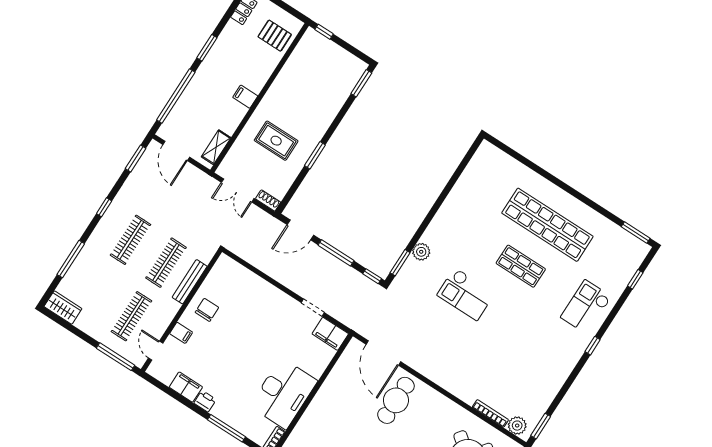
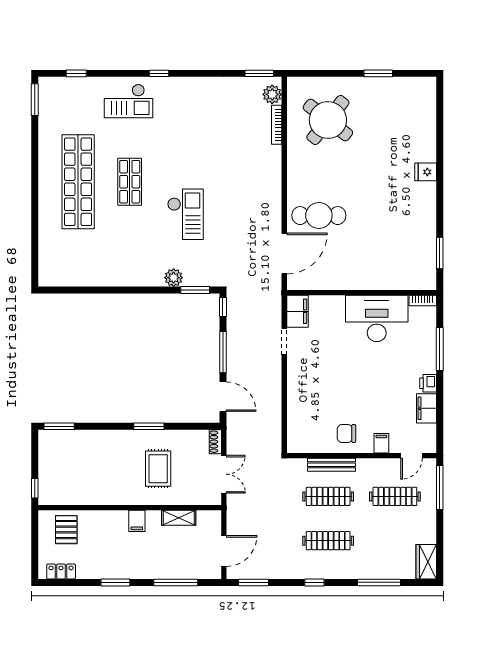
window: (176, 96) -> (176, 582), width x0.68
shelving: (216, 147) -> (179, 518), moved

